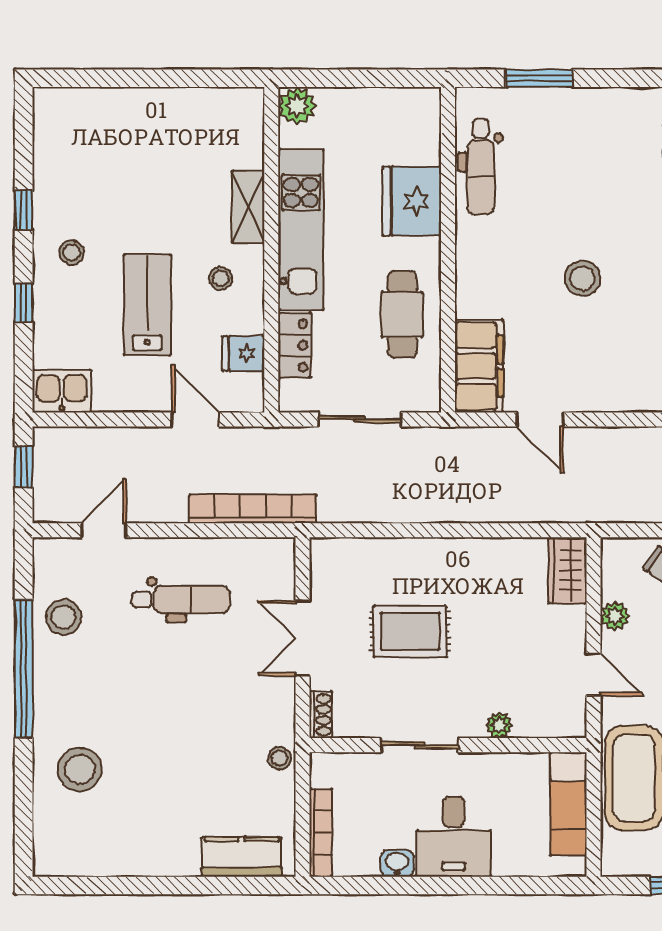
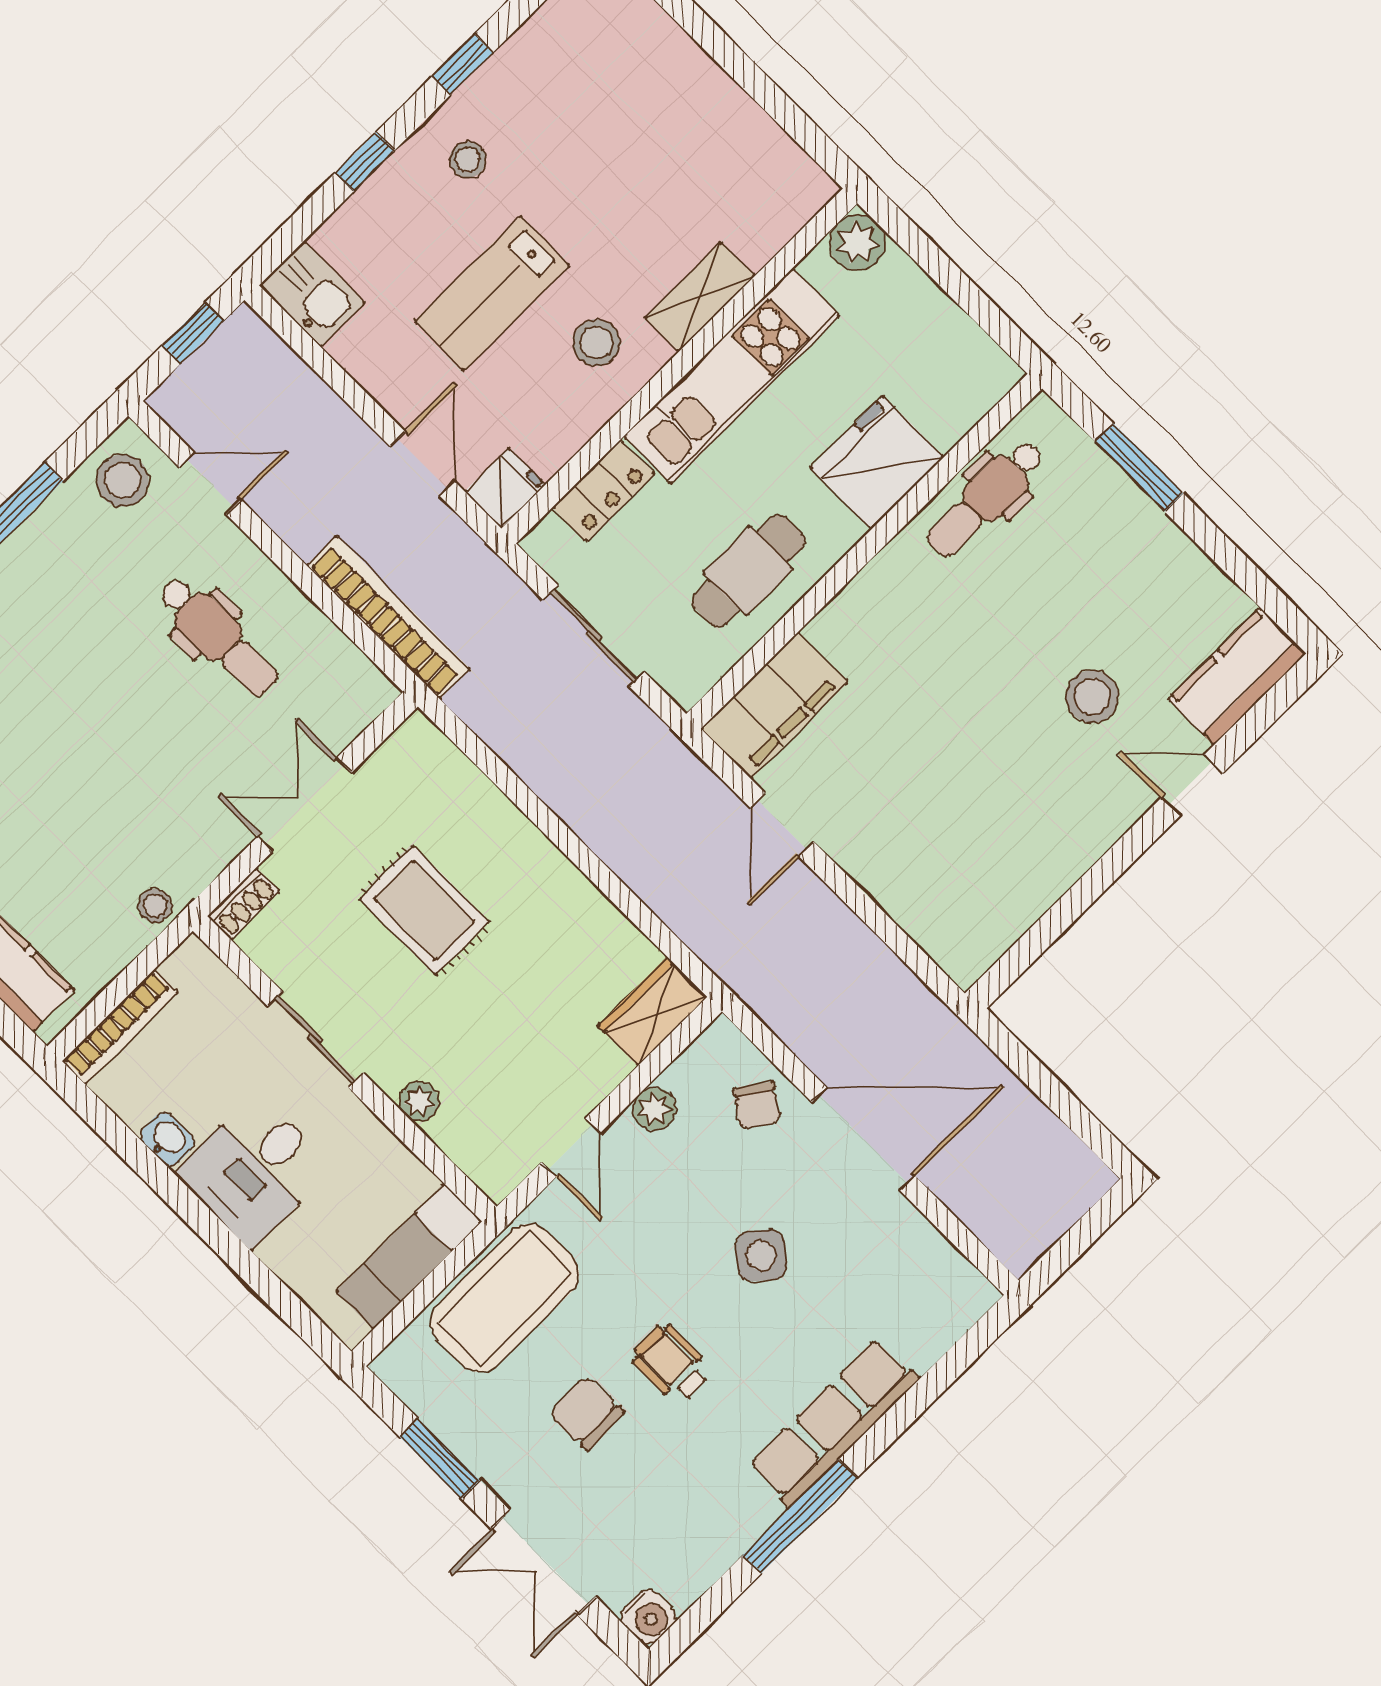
stool: (220, 278) -> (596, 343), width x1.37, depth x1.37
stool: (582, 278) -> (1092, 696), moved
lab bench: (147, 305) -> (492, 293), turned 180
fridge: (243, 354) -> (505, 488), moved, turned 90
stool: (63, 617) -> (122, 481), moved

